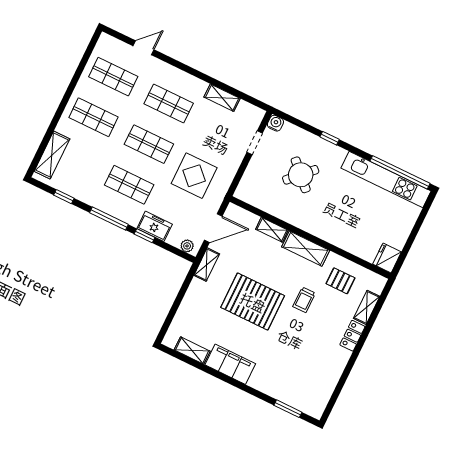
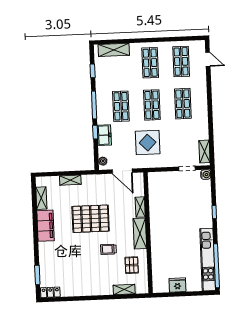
door: (144, 48) -> (208, 59), moved
shelving: (222, 98) -> (204, 151), moved
round table: (301, 175) -> (183, 207), removed
fridge: (387, 258) -> (178, 285), moved
shelving: (207, 265) -> (70, 180), moved
pallet: (253, 302) -> (91, 219), turned 90
locker: (352, 336) -> (50, 292), moved

